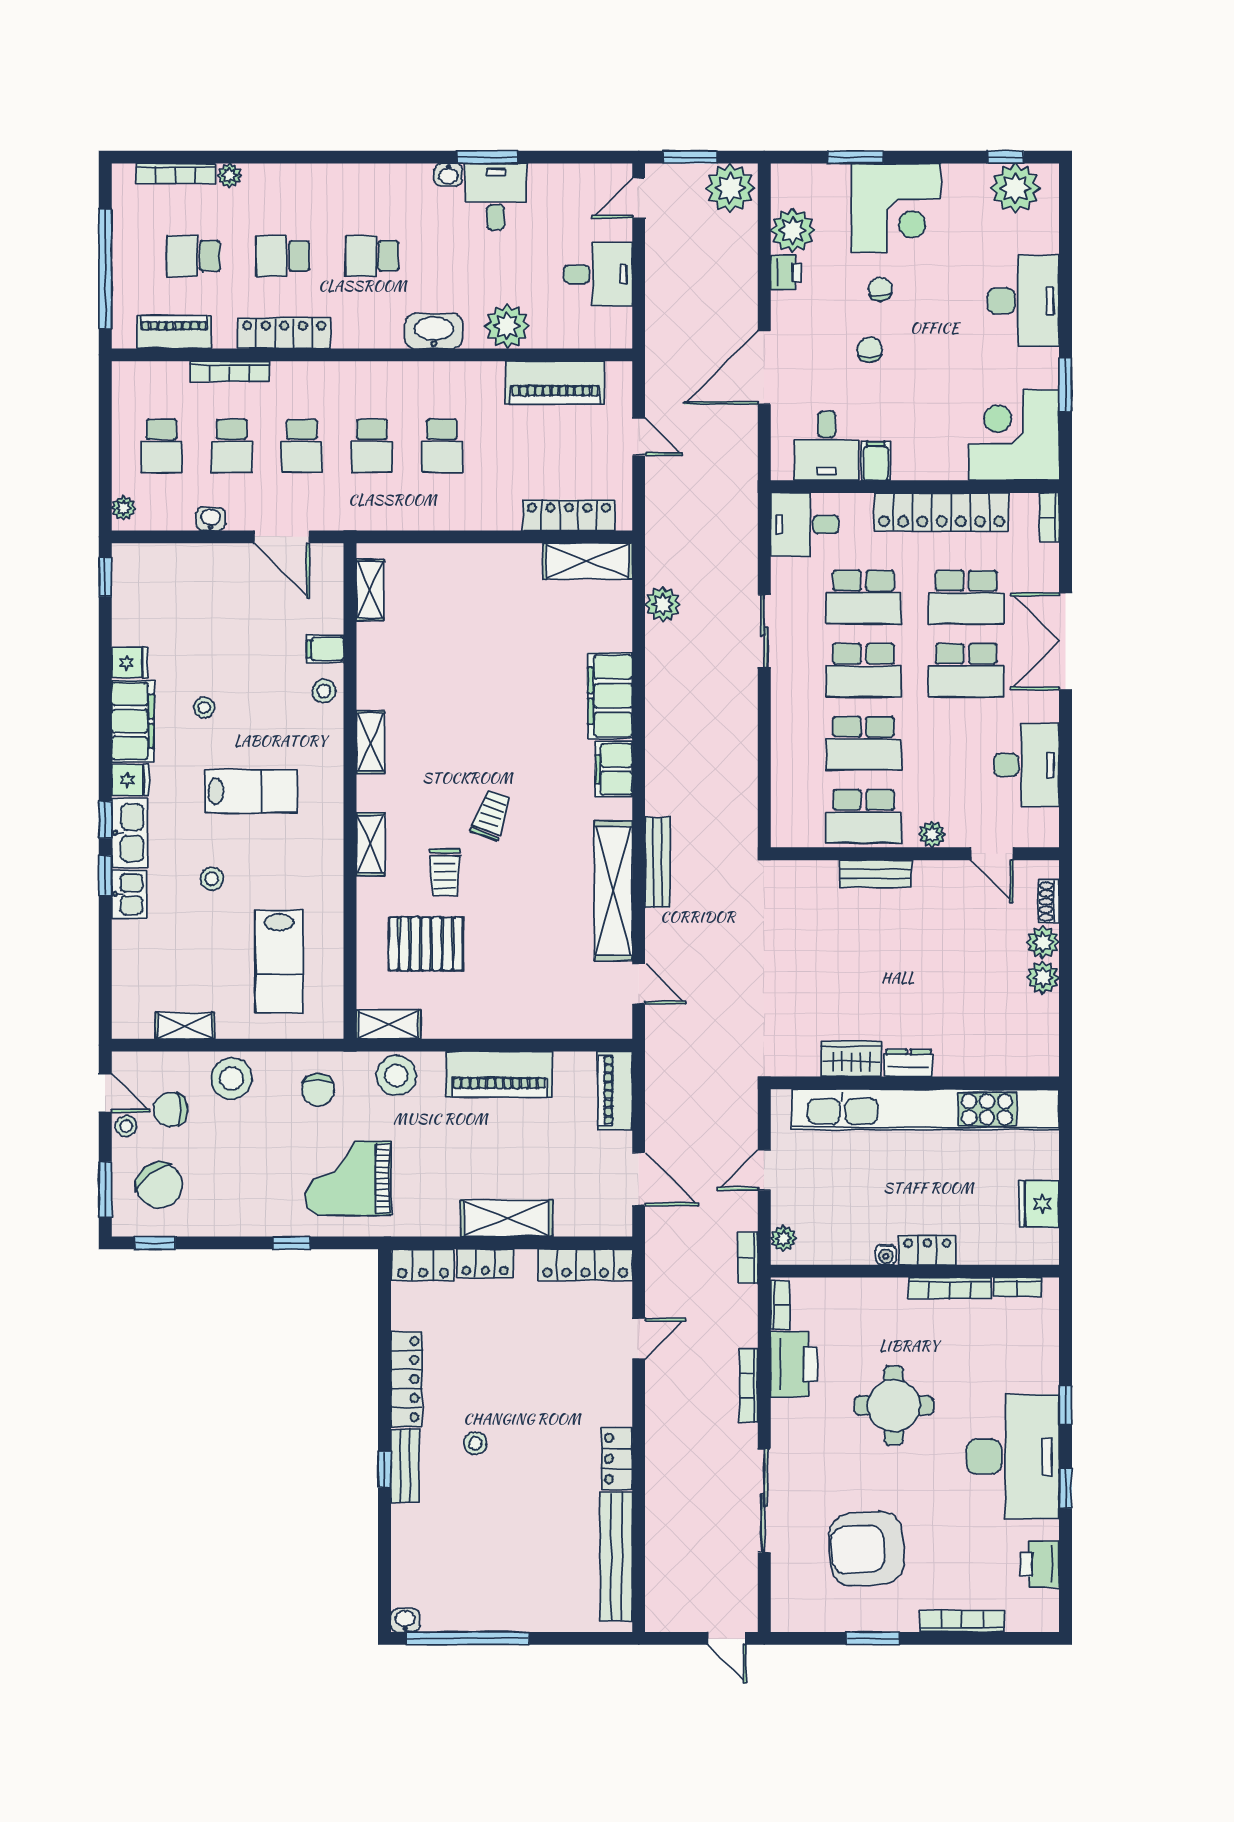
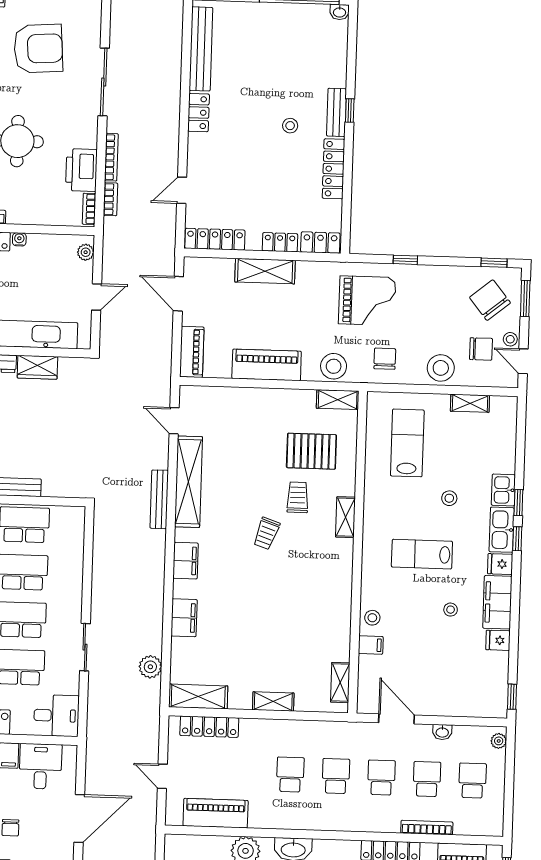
filing cabinet: (610, 696) -> (184, 618), width x0.67, depth x0.86
shelving: (370, 742) -> (273, 701), moved, turned 90
bookcase: (748, 1258) -> (110, 199), moved

